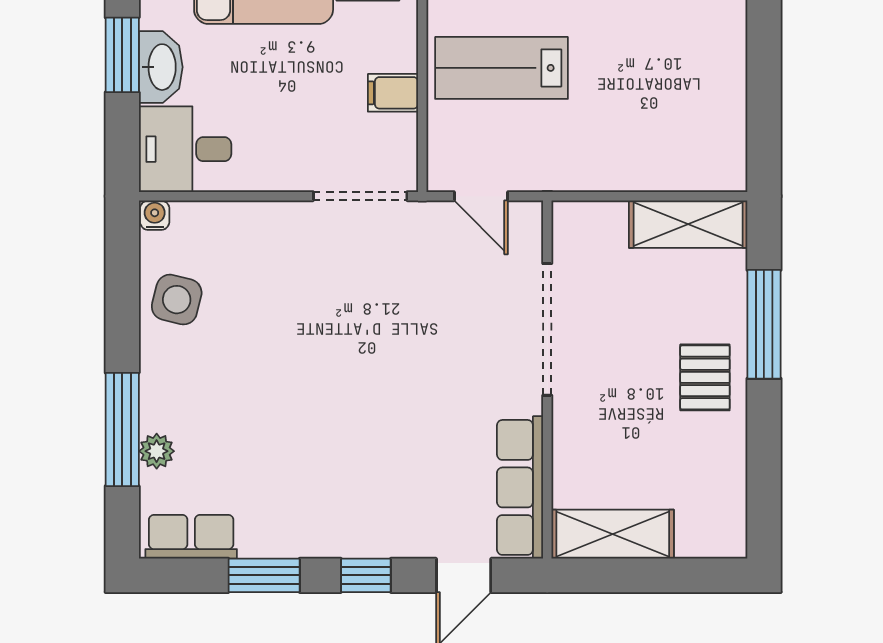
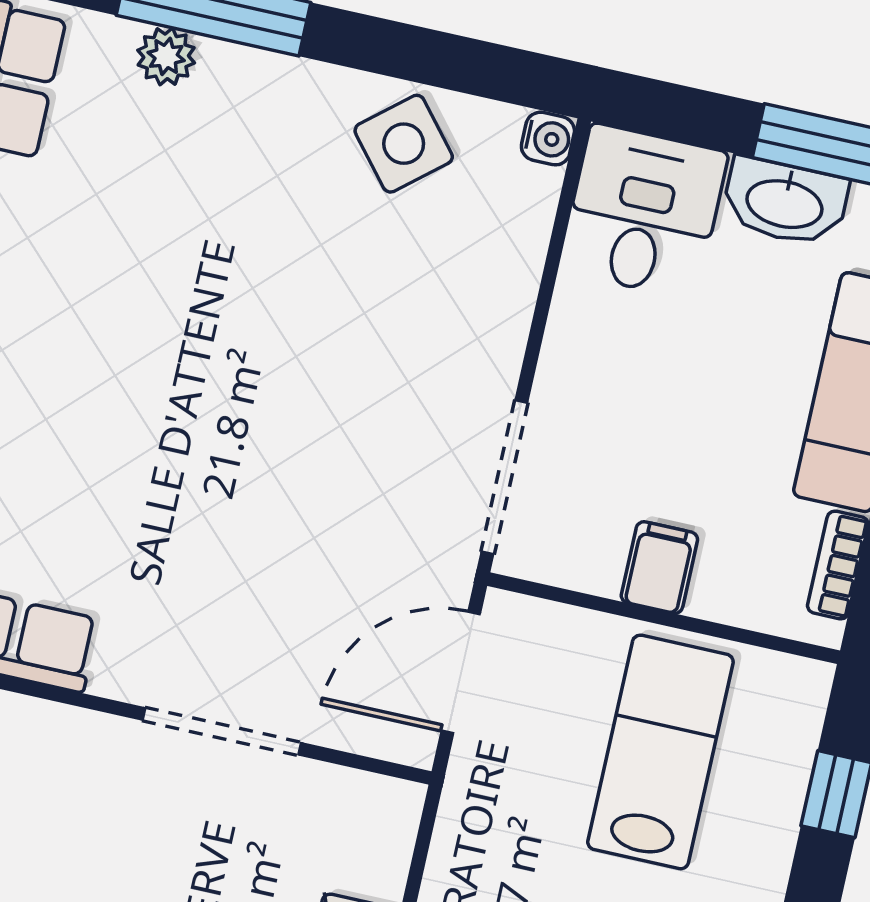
door: (481, 196) -> (461, 672), width x1.38
side table: (177, 300) -> (404, 144), turned 36
doorway: (547, 329) -> (222, 731), width x0.73

